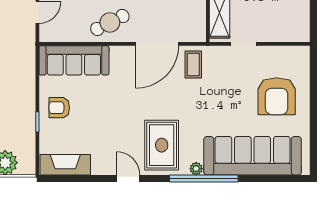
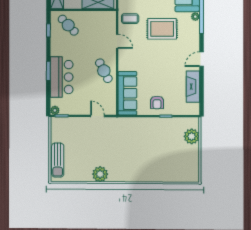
door: (157, 44) -> (117, 41), width x0.53
rug: (162, 145) -> (162, 29), moved
fireplace: (65, 165) -> (193, 87), moved

